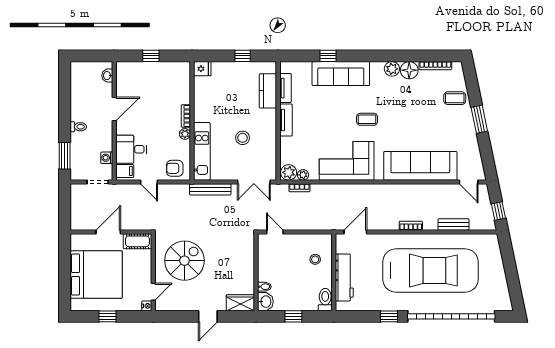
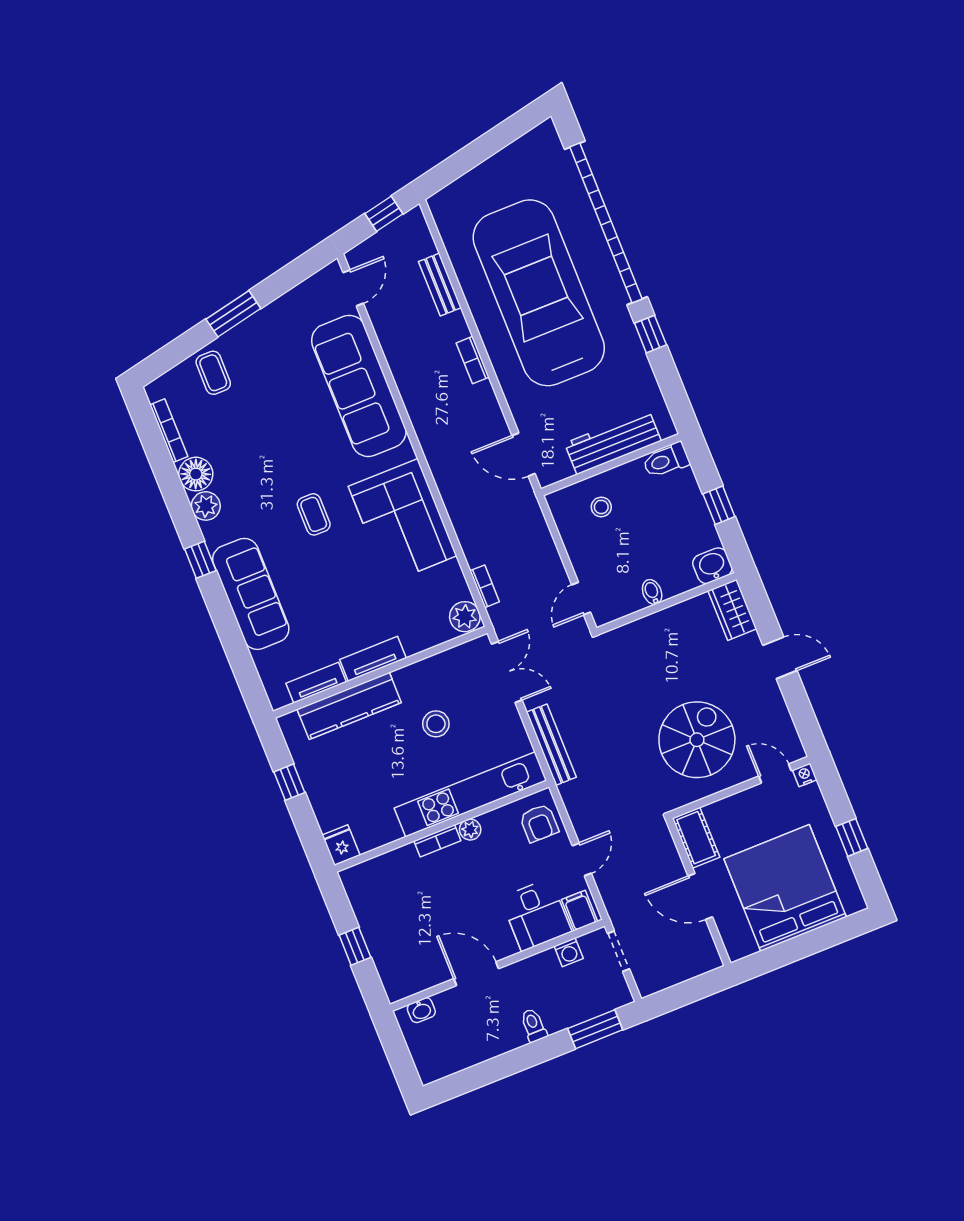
window: (328, 56) -> (200, 560), moved
kitchen counter: (268, 91) -> (349, 706), width x1.50
kitchen unit: (202, 151) -> (470, 794), width x1.36
plant: (303, 175) -> (459, 589), removed
spiral stairs: (184, 261) -> (697, 740), turned 90
bidet: (264, 287) -> (652, 592), moved

